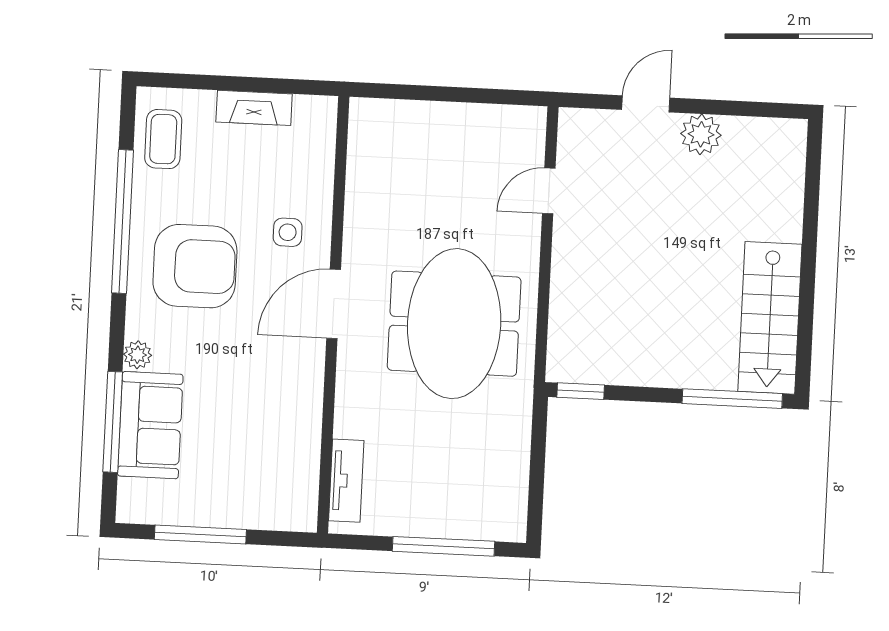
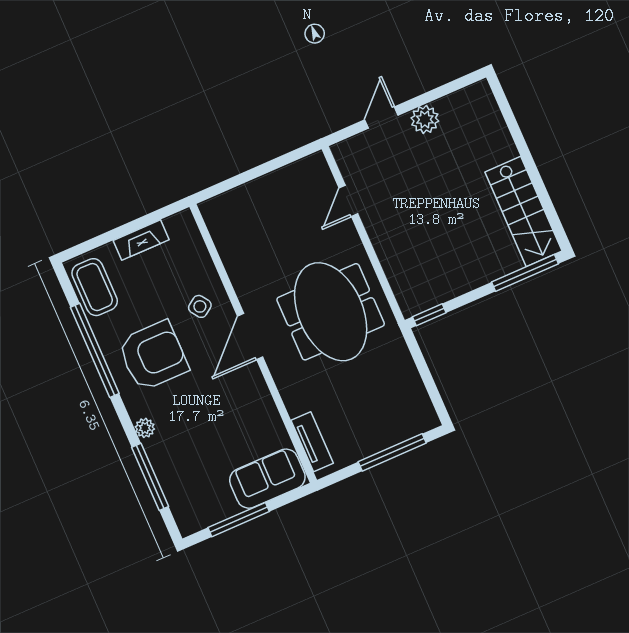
coffee table: (163, 139) -> (95, 287), width x1.36, depth x1.30
side table: (288, 232) -> (200, 306), turned -35
sofa: (150, 425) -> (267, 479), moved, turned -90

